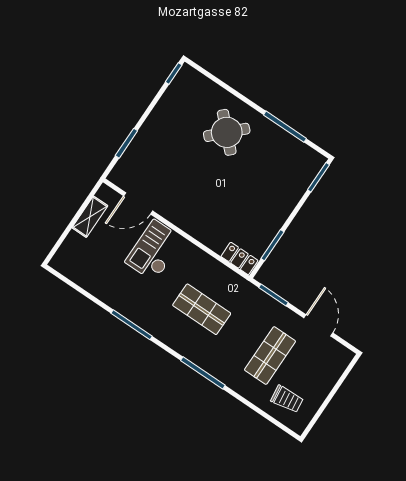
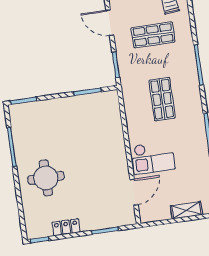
round table: (227, 132) -> (46, 178), turned 45
door: (138, 203) -> (134, 192), hinge flipped
shelving: (90, 217) -> (186, 210), moved
locker: (239, 258) -> (66, 227), moved, turned 90
door: (318, 325) -> (110, 23), hinge flipped

